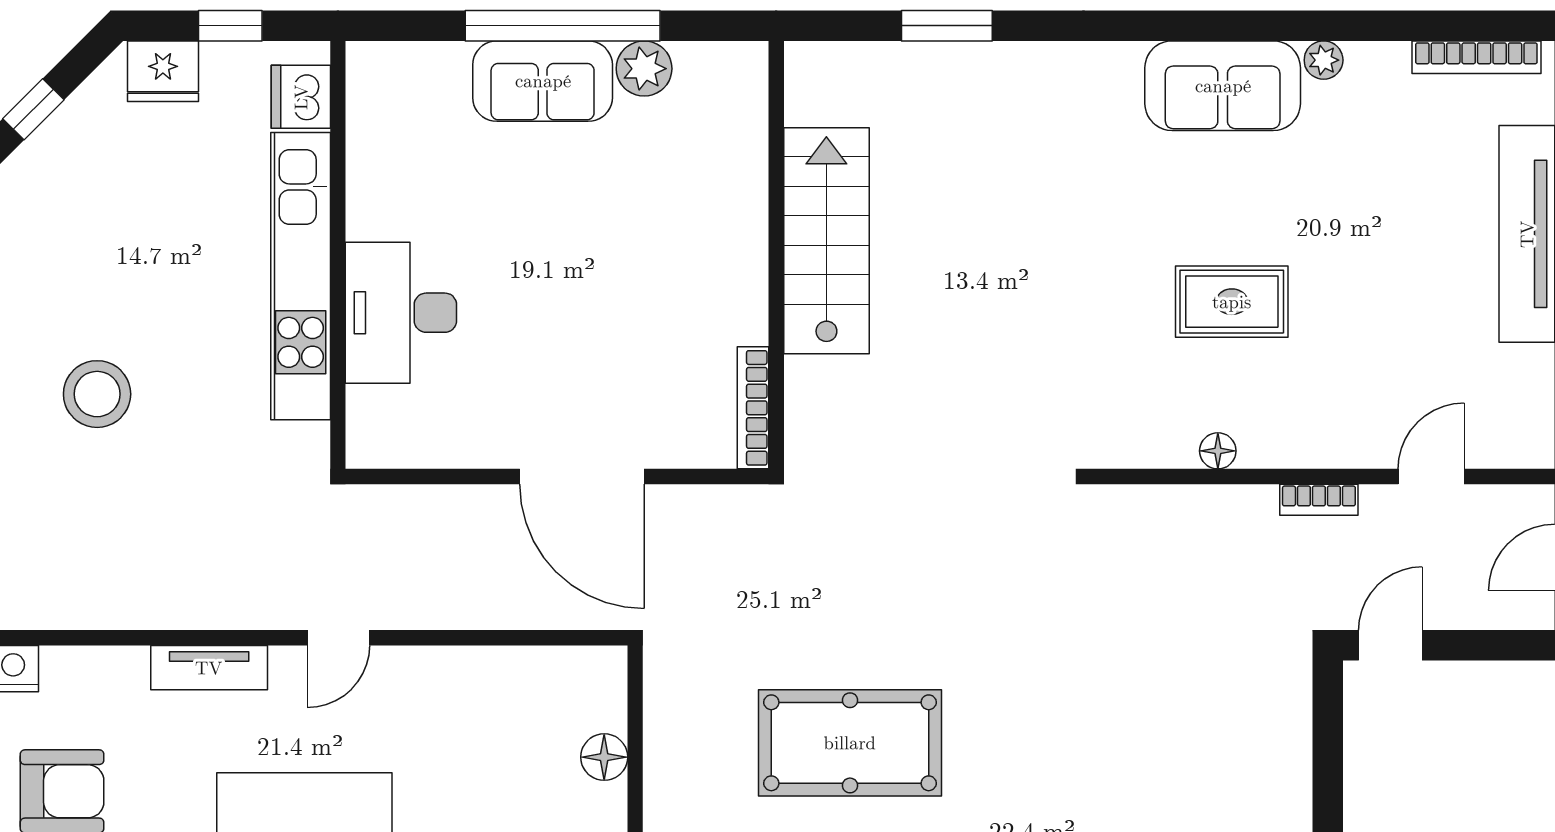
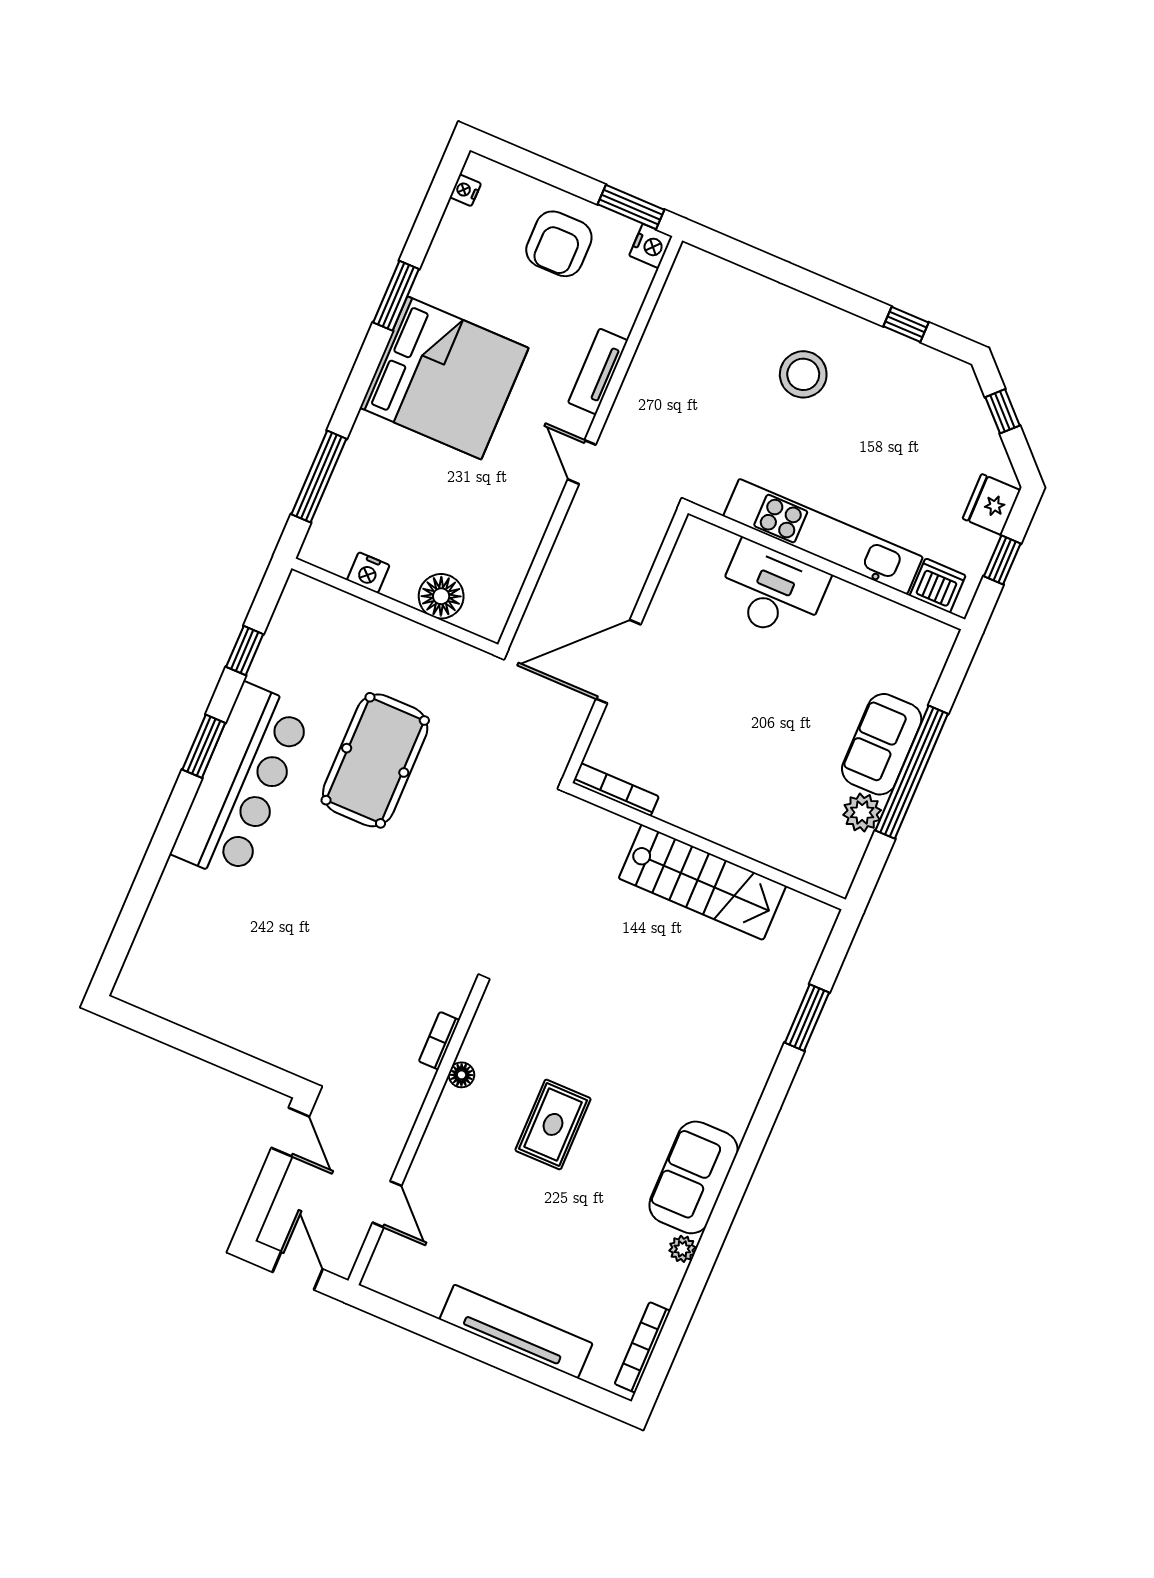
bookcase: (1319, 500) -> (439, 1041), moved
floor lamp: (604, 757) -> (441, 596), width x1.38, depth x1.38

